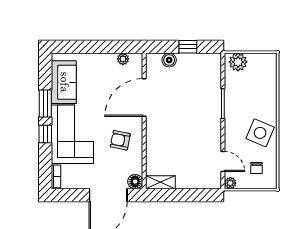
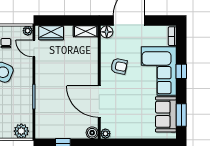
plant: (123, 59) -> (105, 134), moved
boiler: (169, 60) -> (92, 133), moved
door: (144, 98) -> (99, 102), swing flipped
window: (45, 104) -> (181, 115), moved
wardrobe: (202, 180) -> (51, 33), added

